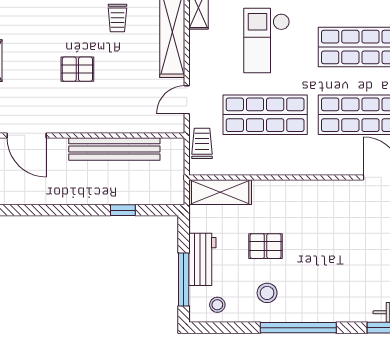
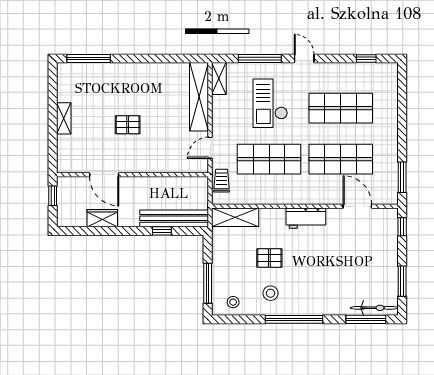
trolley: (117, 18) -> (158, 86), removed
door: (27, 135) -> (104, 175), moved
bench: (114, 149) -> (174, 218), moved
wardrobe: (44, 193) -> (102, 218), added
workbench: (202, 259) -> (306, 218), moved, turned 90

